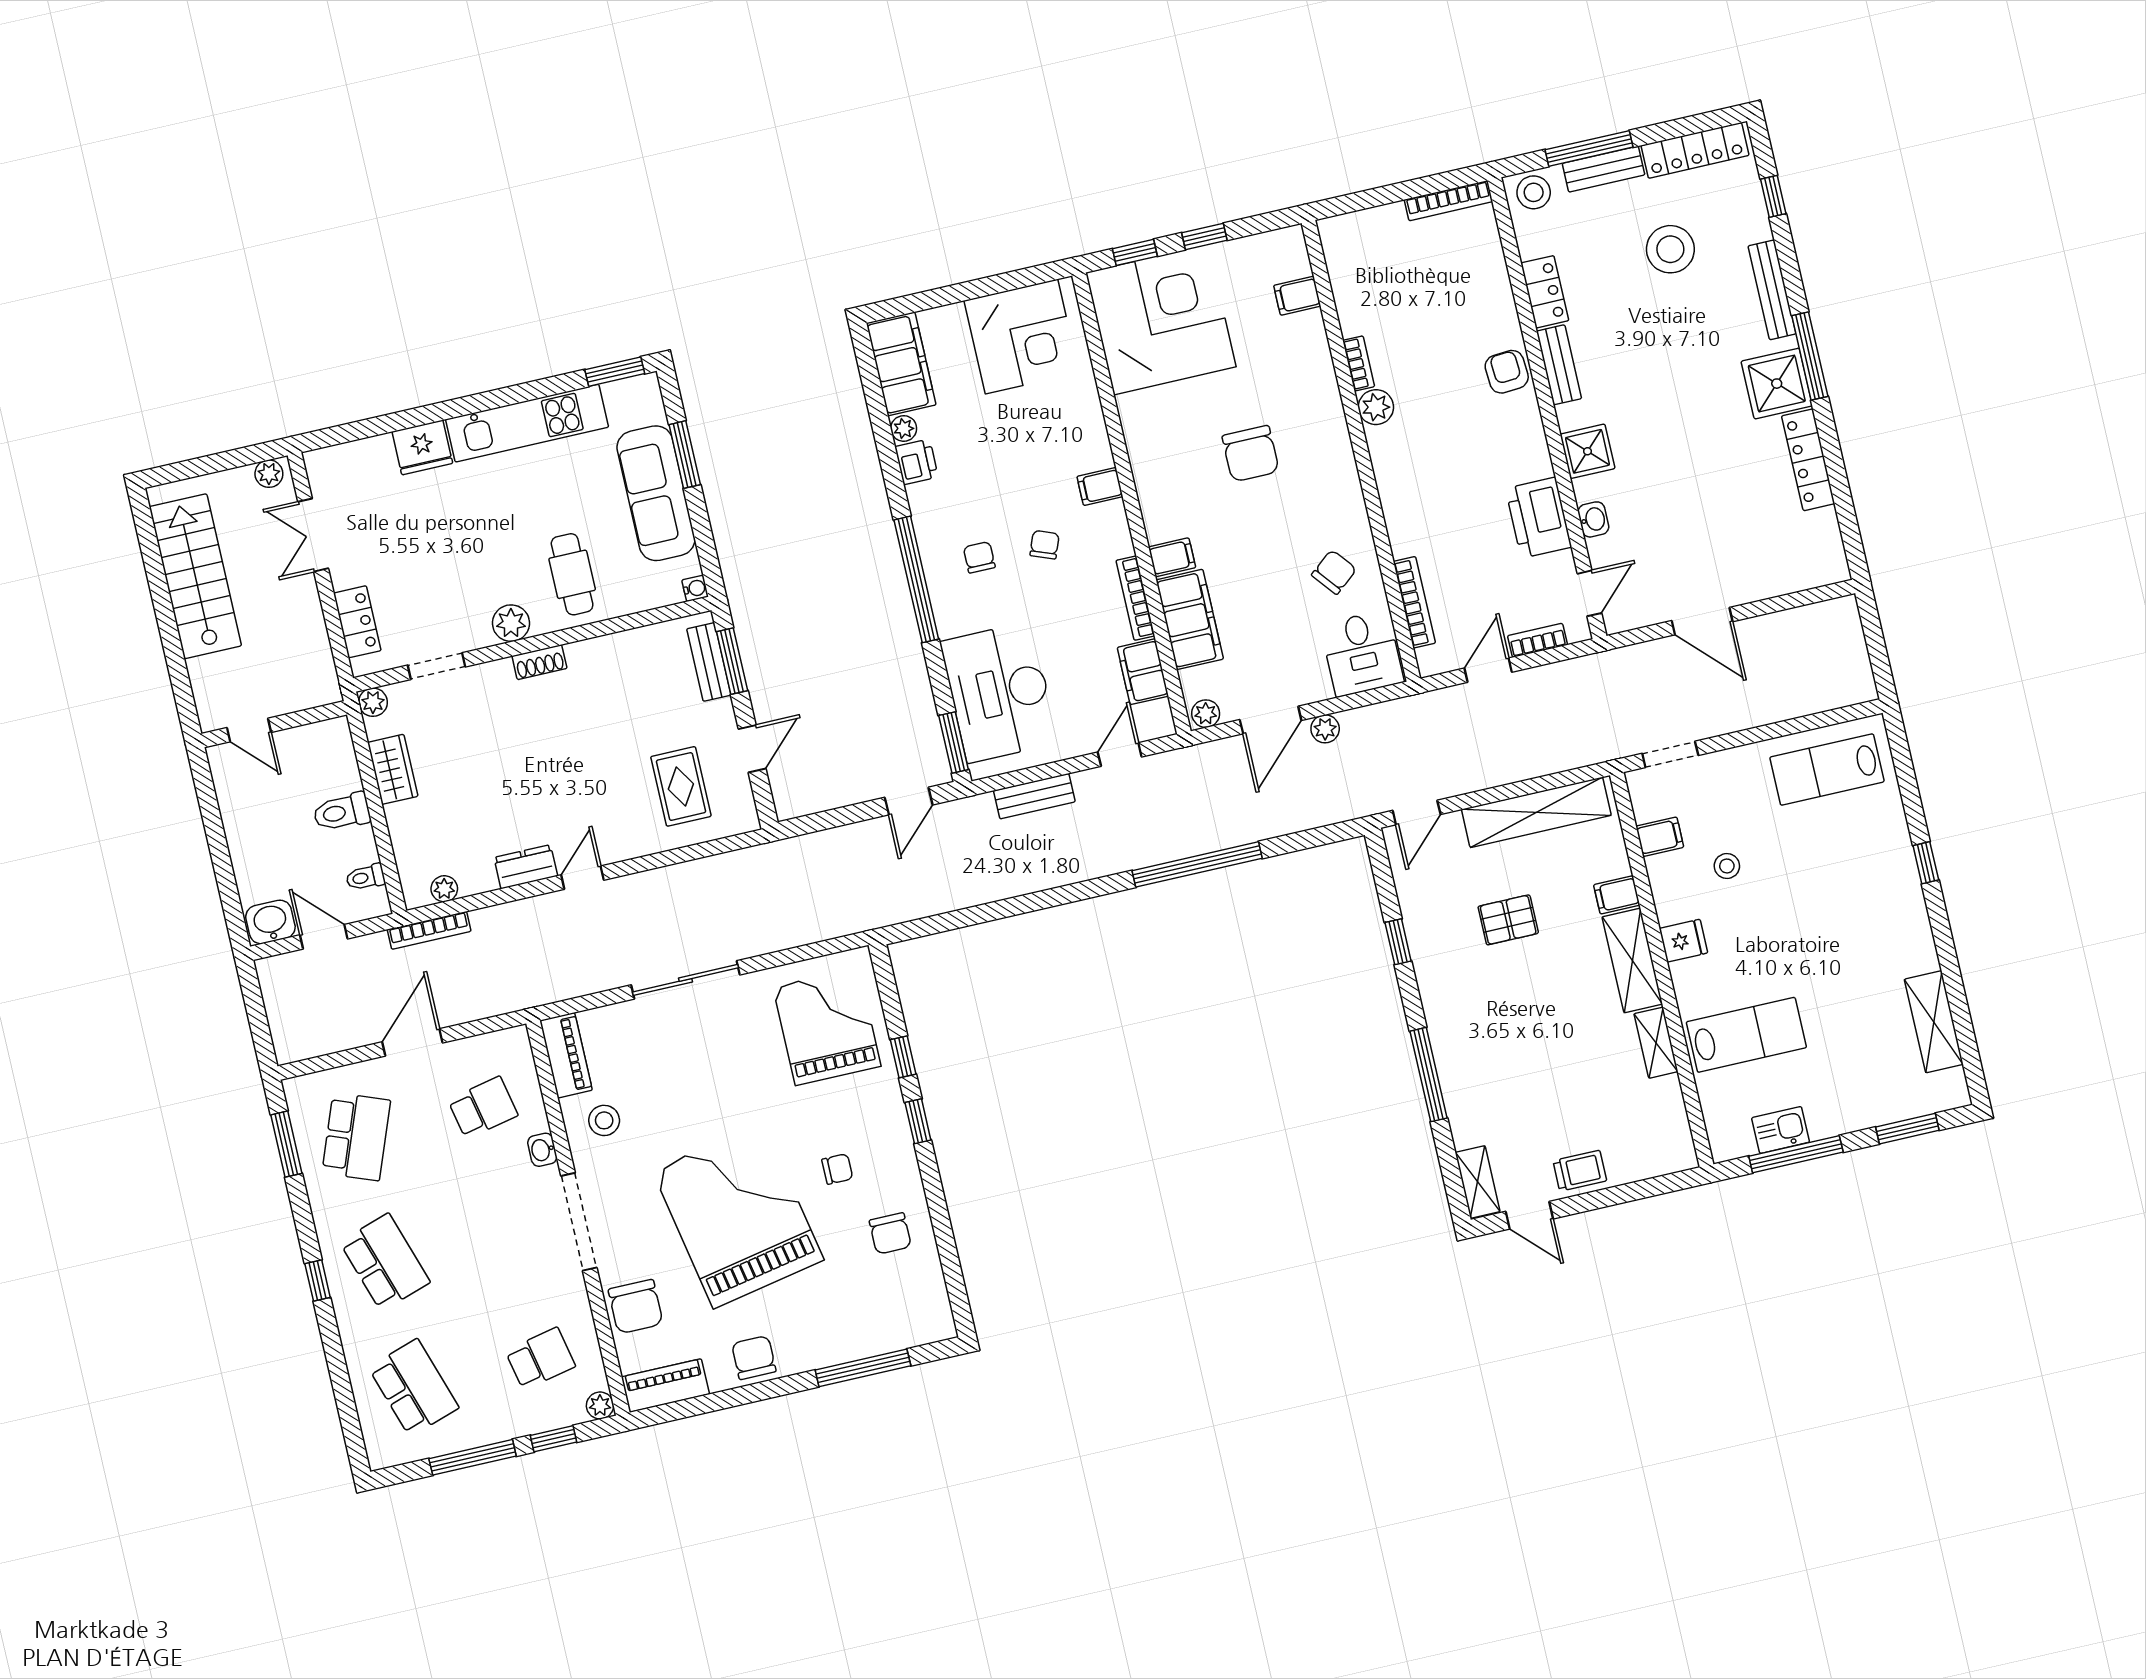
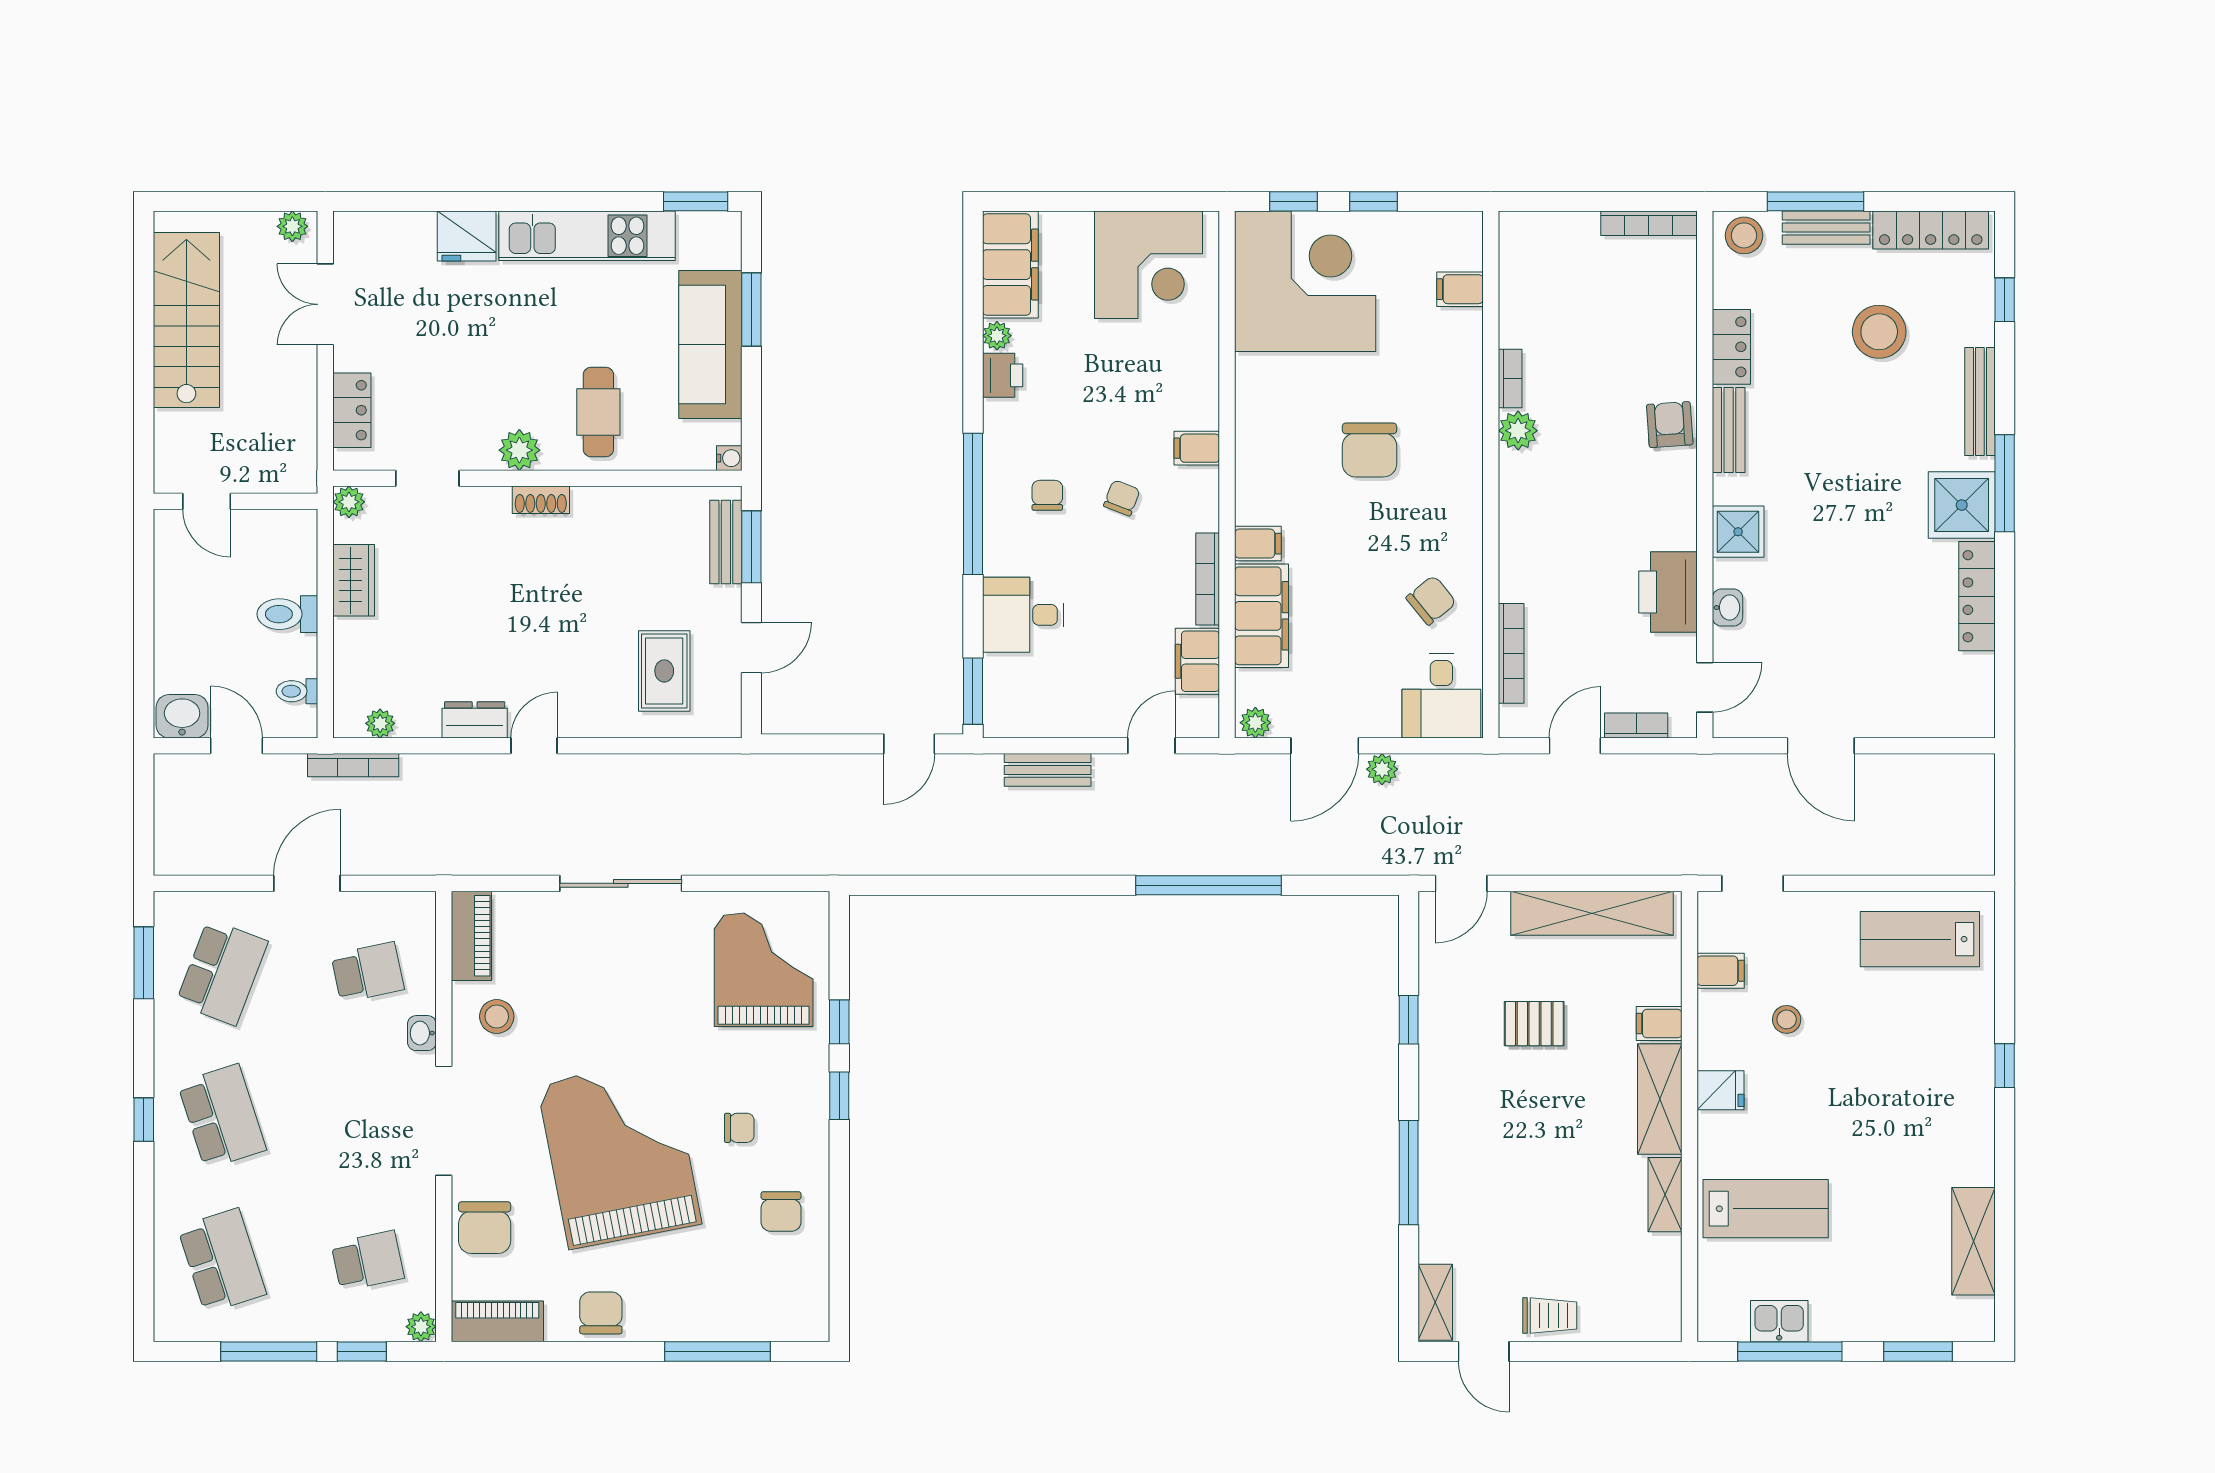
desk: (999, 692) -> (1023, 615), width x0.53, depth x0.77

